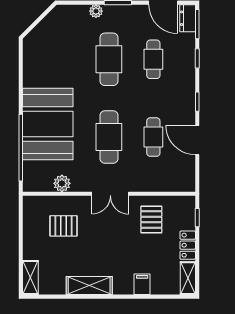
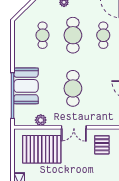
booth: (48, 124) -> (26, 86), width x0.73, depth x0.70
cafe table: (153, 137) -> (43, 35), moved
pallet: (64, 226) -> (42, 149), width x2.05, depth x2.00

